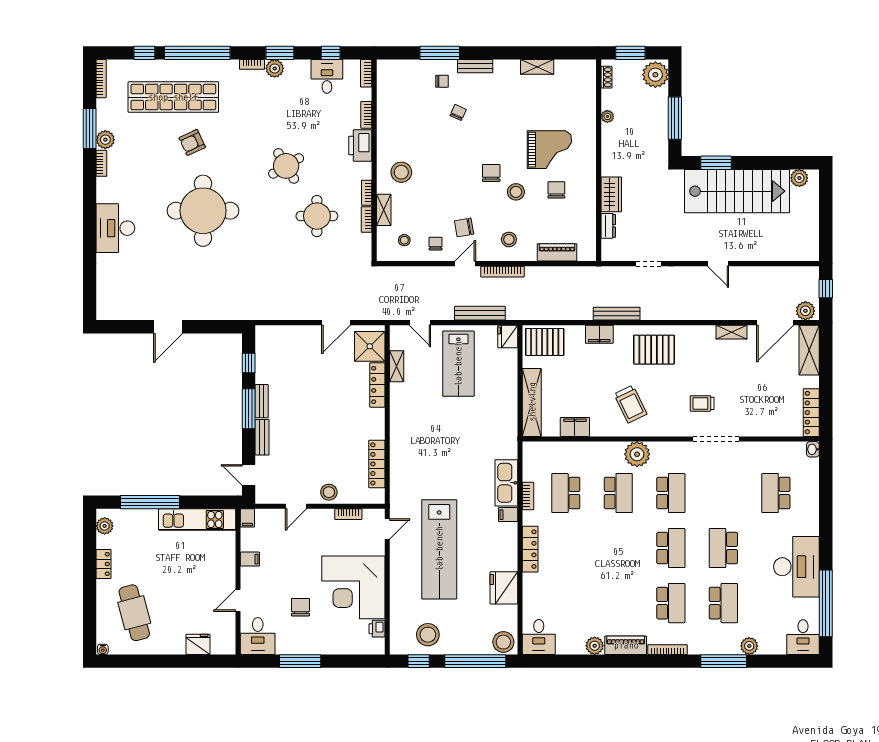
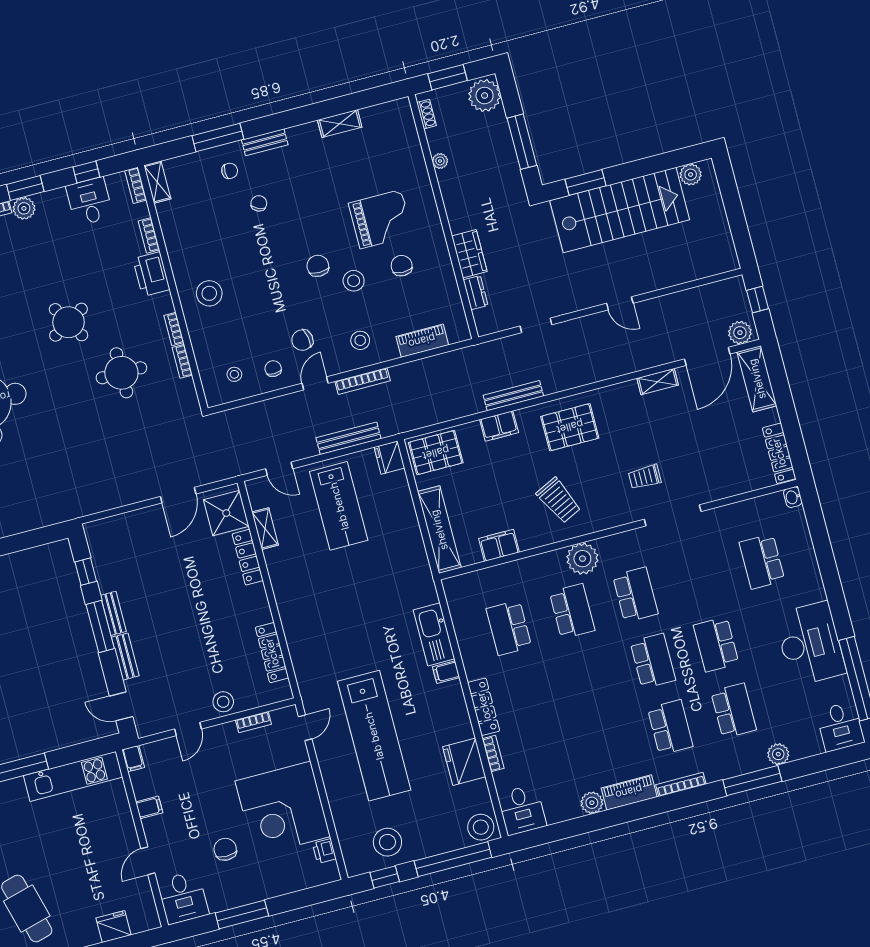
shelving: (384, 210) -> (157, 182), moved
bookcase: (528, 496) -> (493, 754), moved

